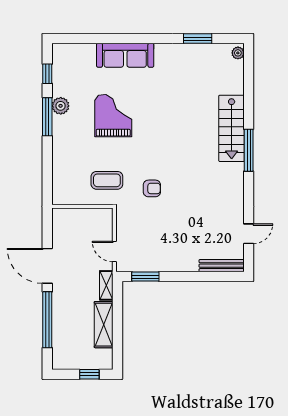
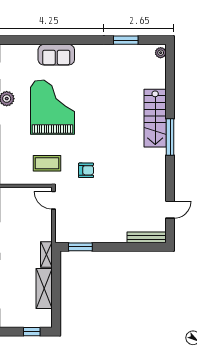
sofa: (125, 55) -> (56, 55), width x0.73
grand piano: (113, 116) -> (52, 107), width x1.37, depth x1.48
door: (114, 251) -> (53, 200), moved

